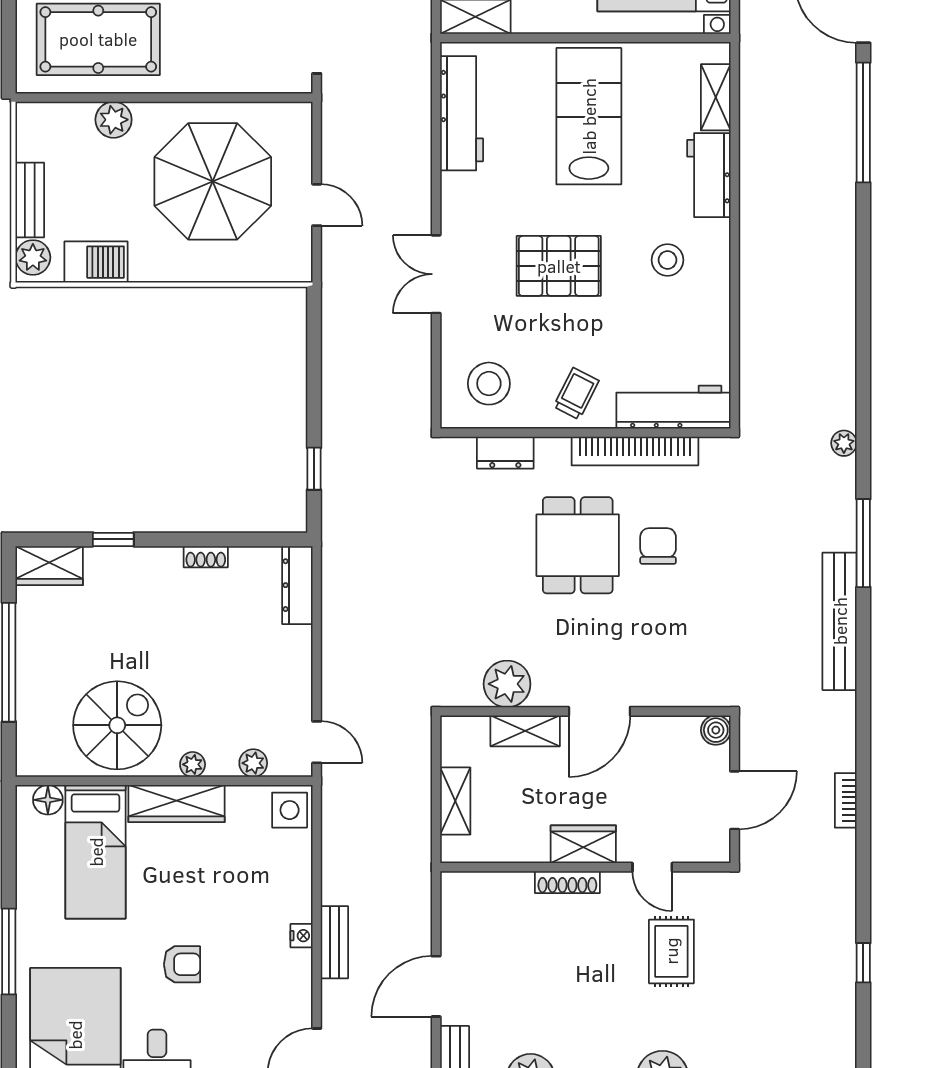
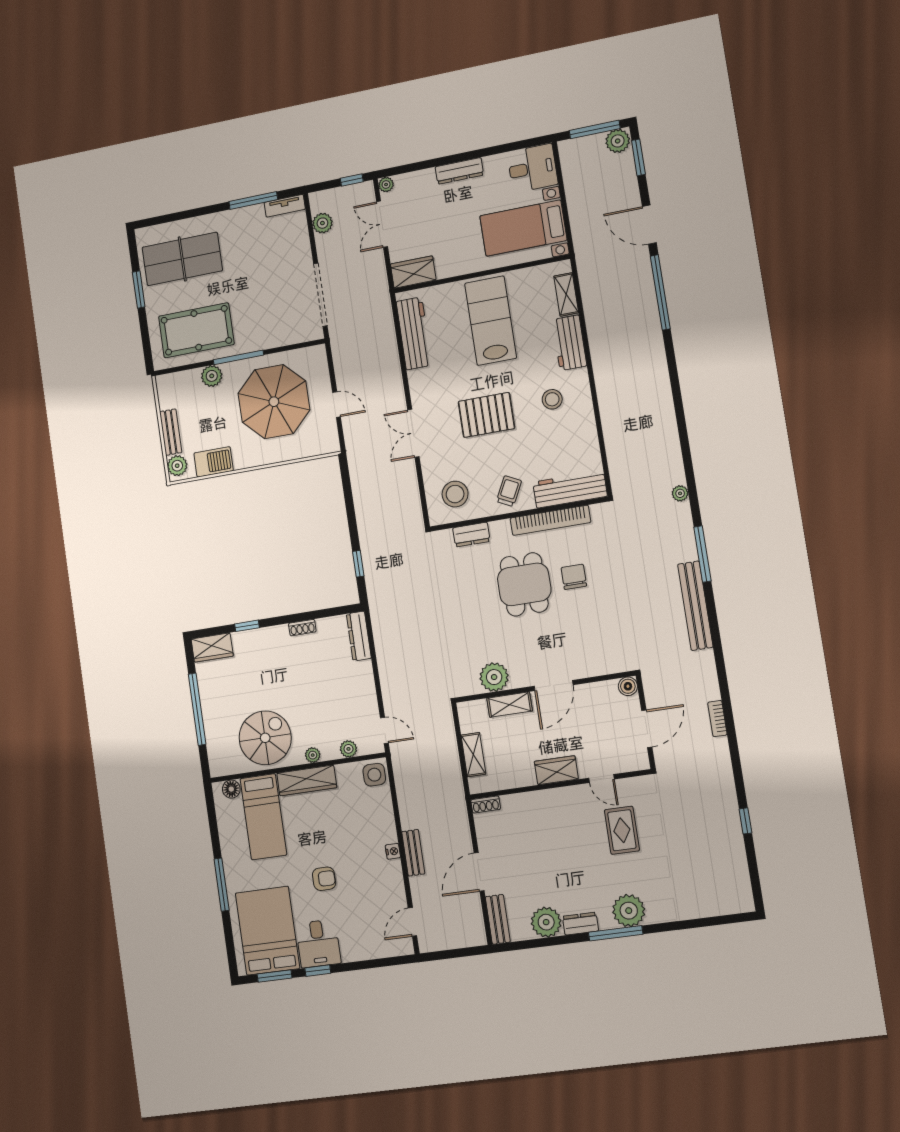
window: (164, 98) -> (238, 357), added
shoe rack: (567, 882) -> (486, 804), moved, width x0.70

